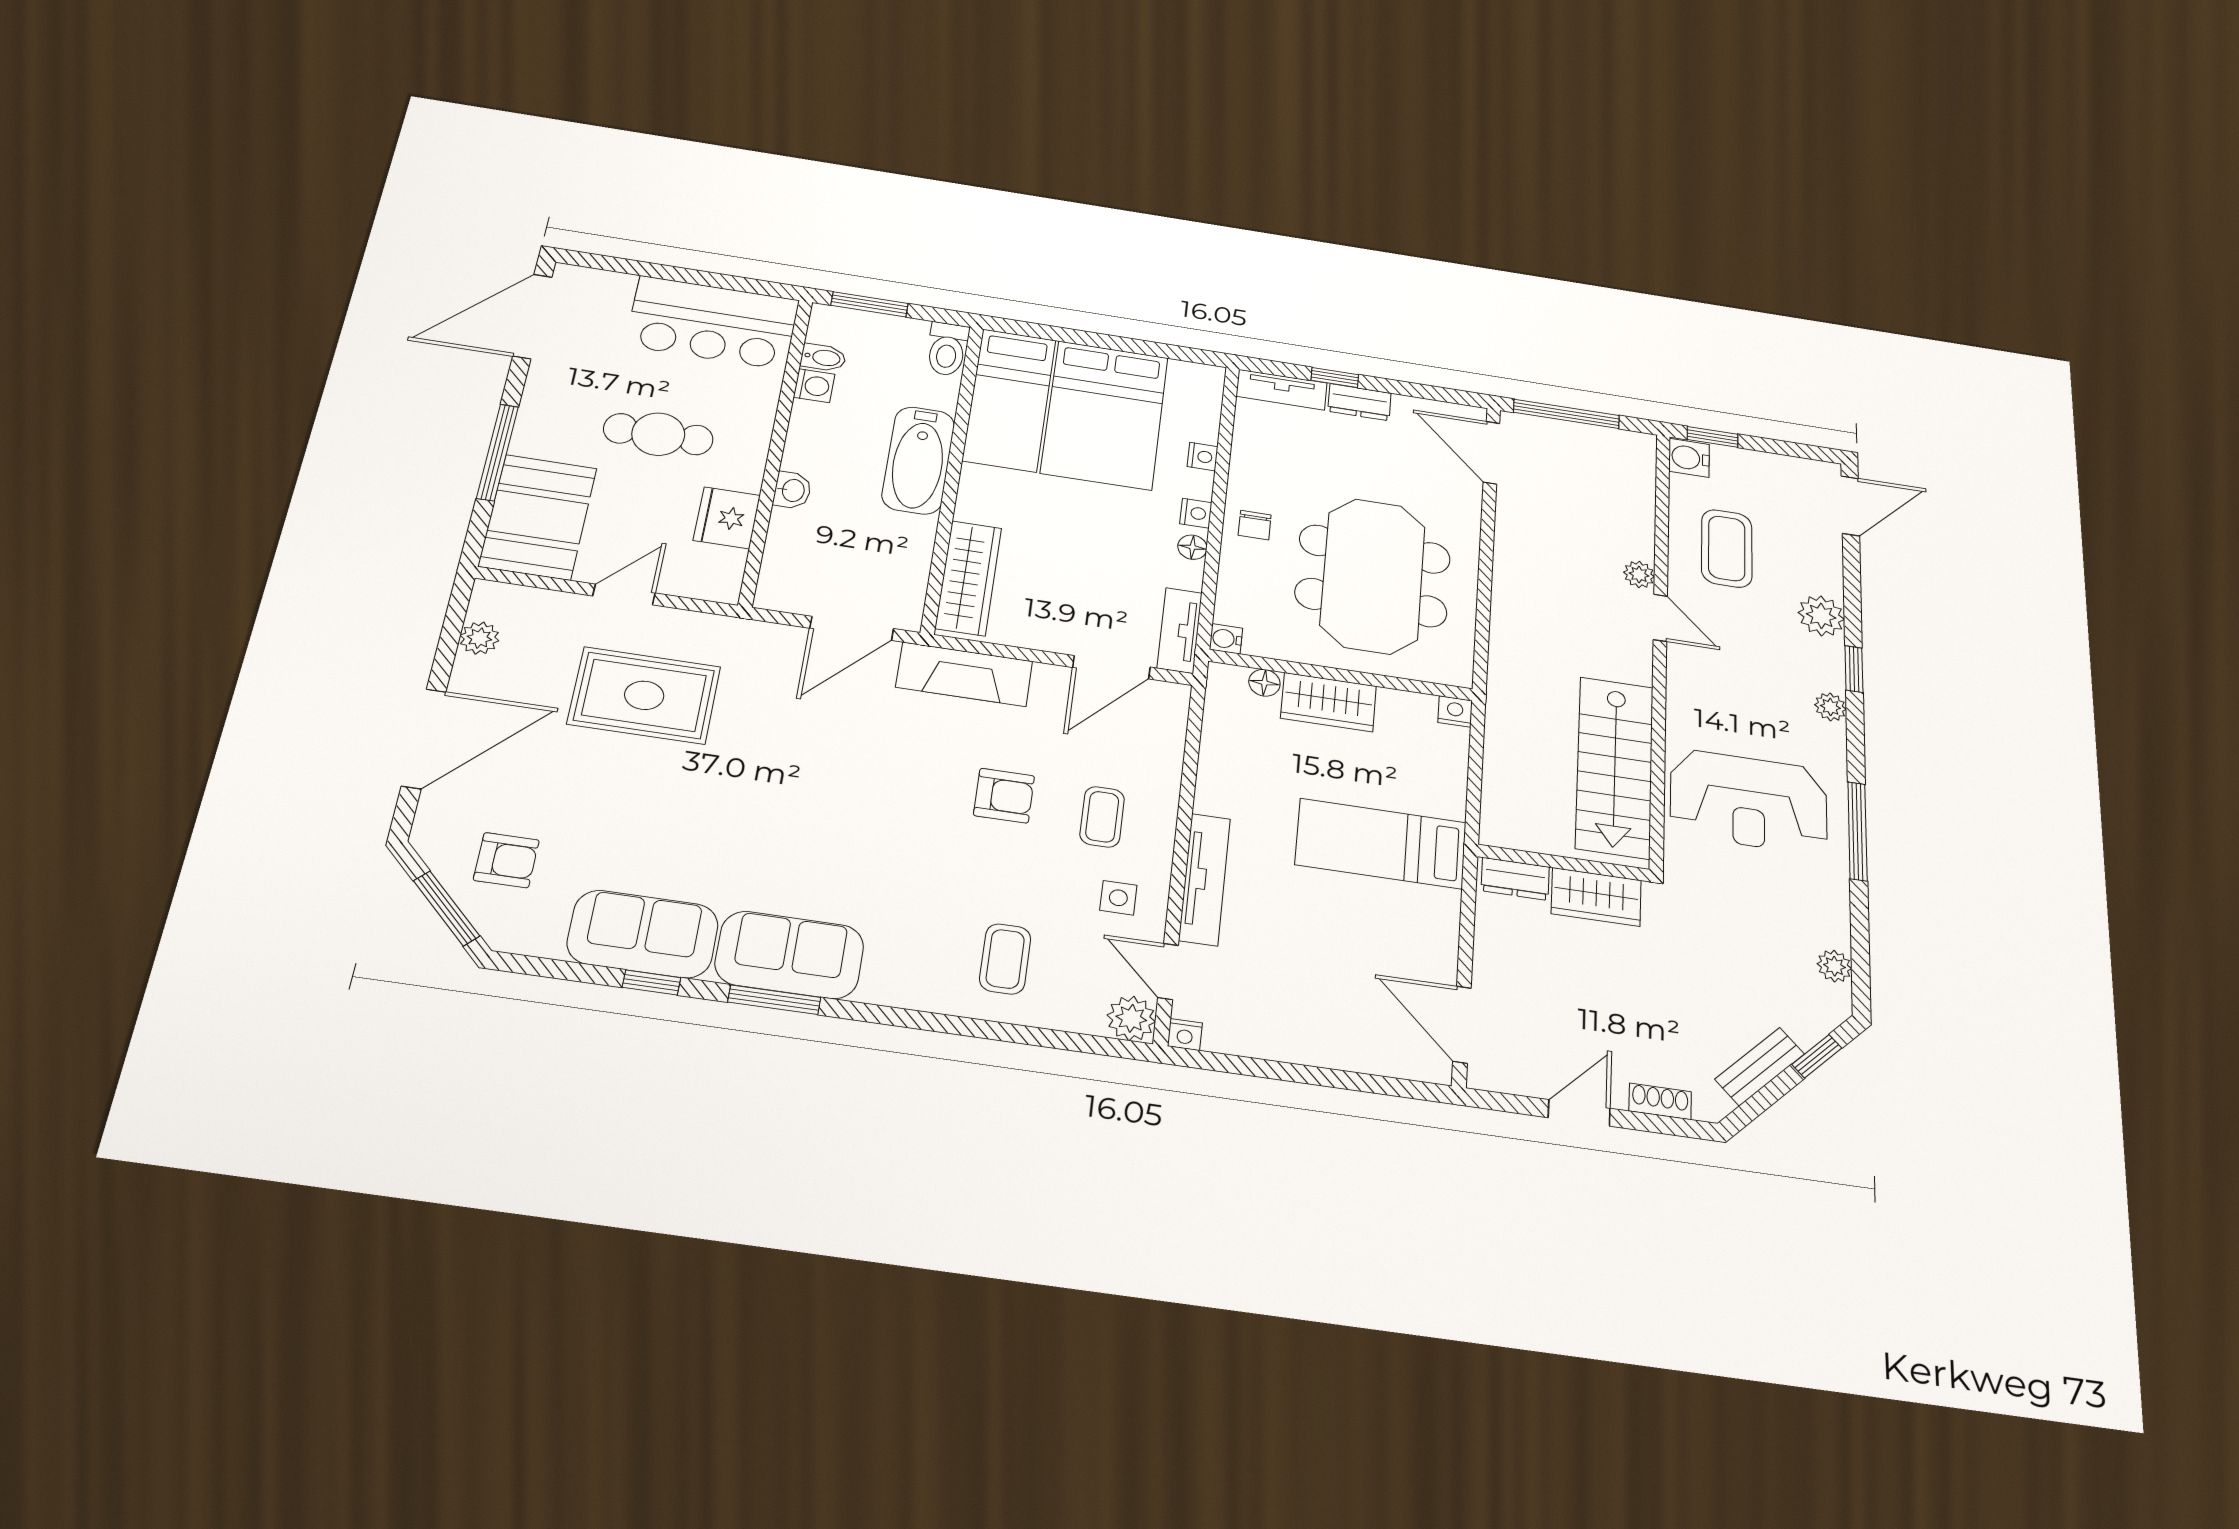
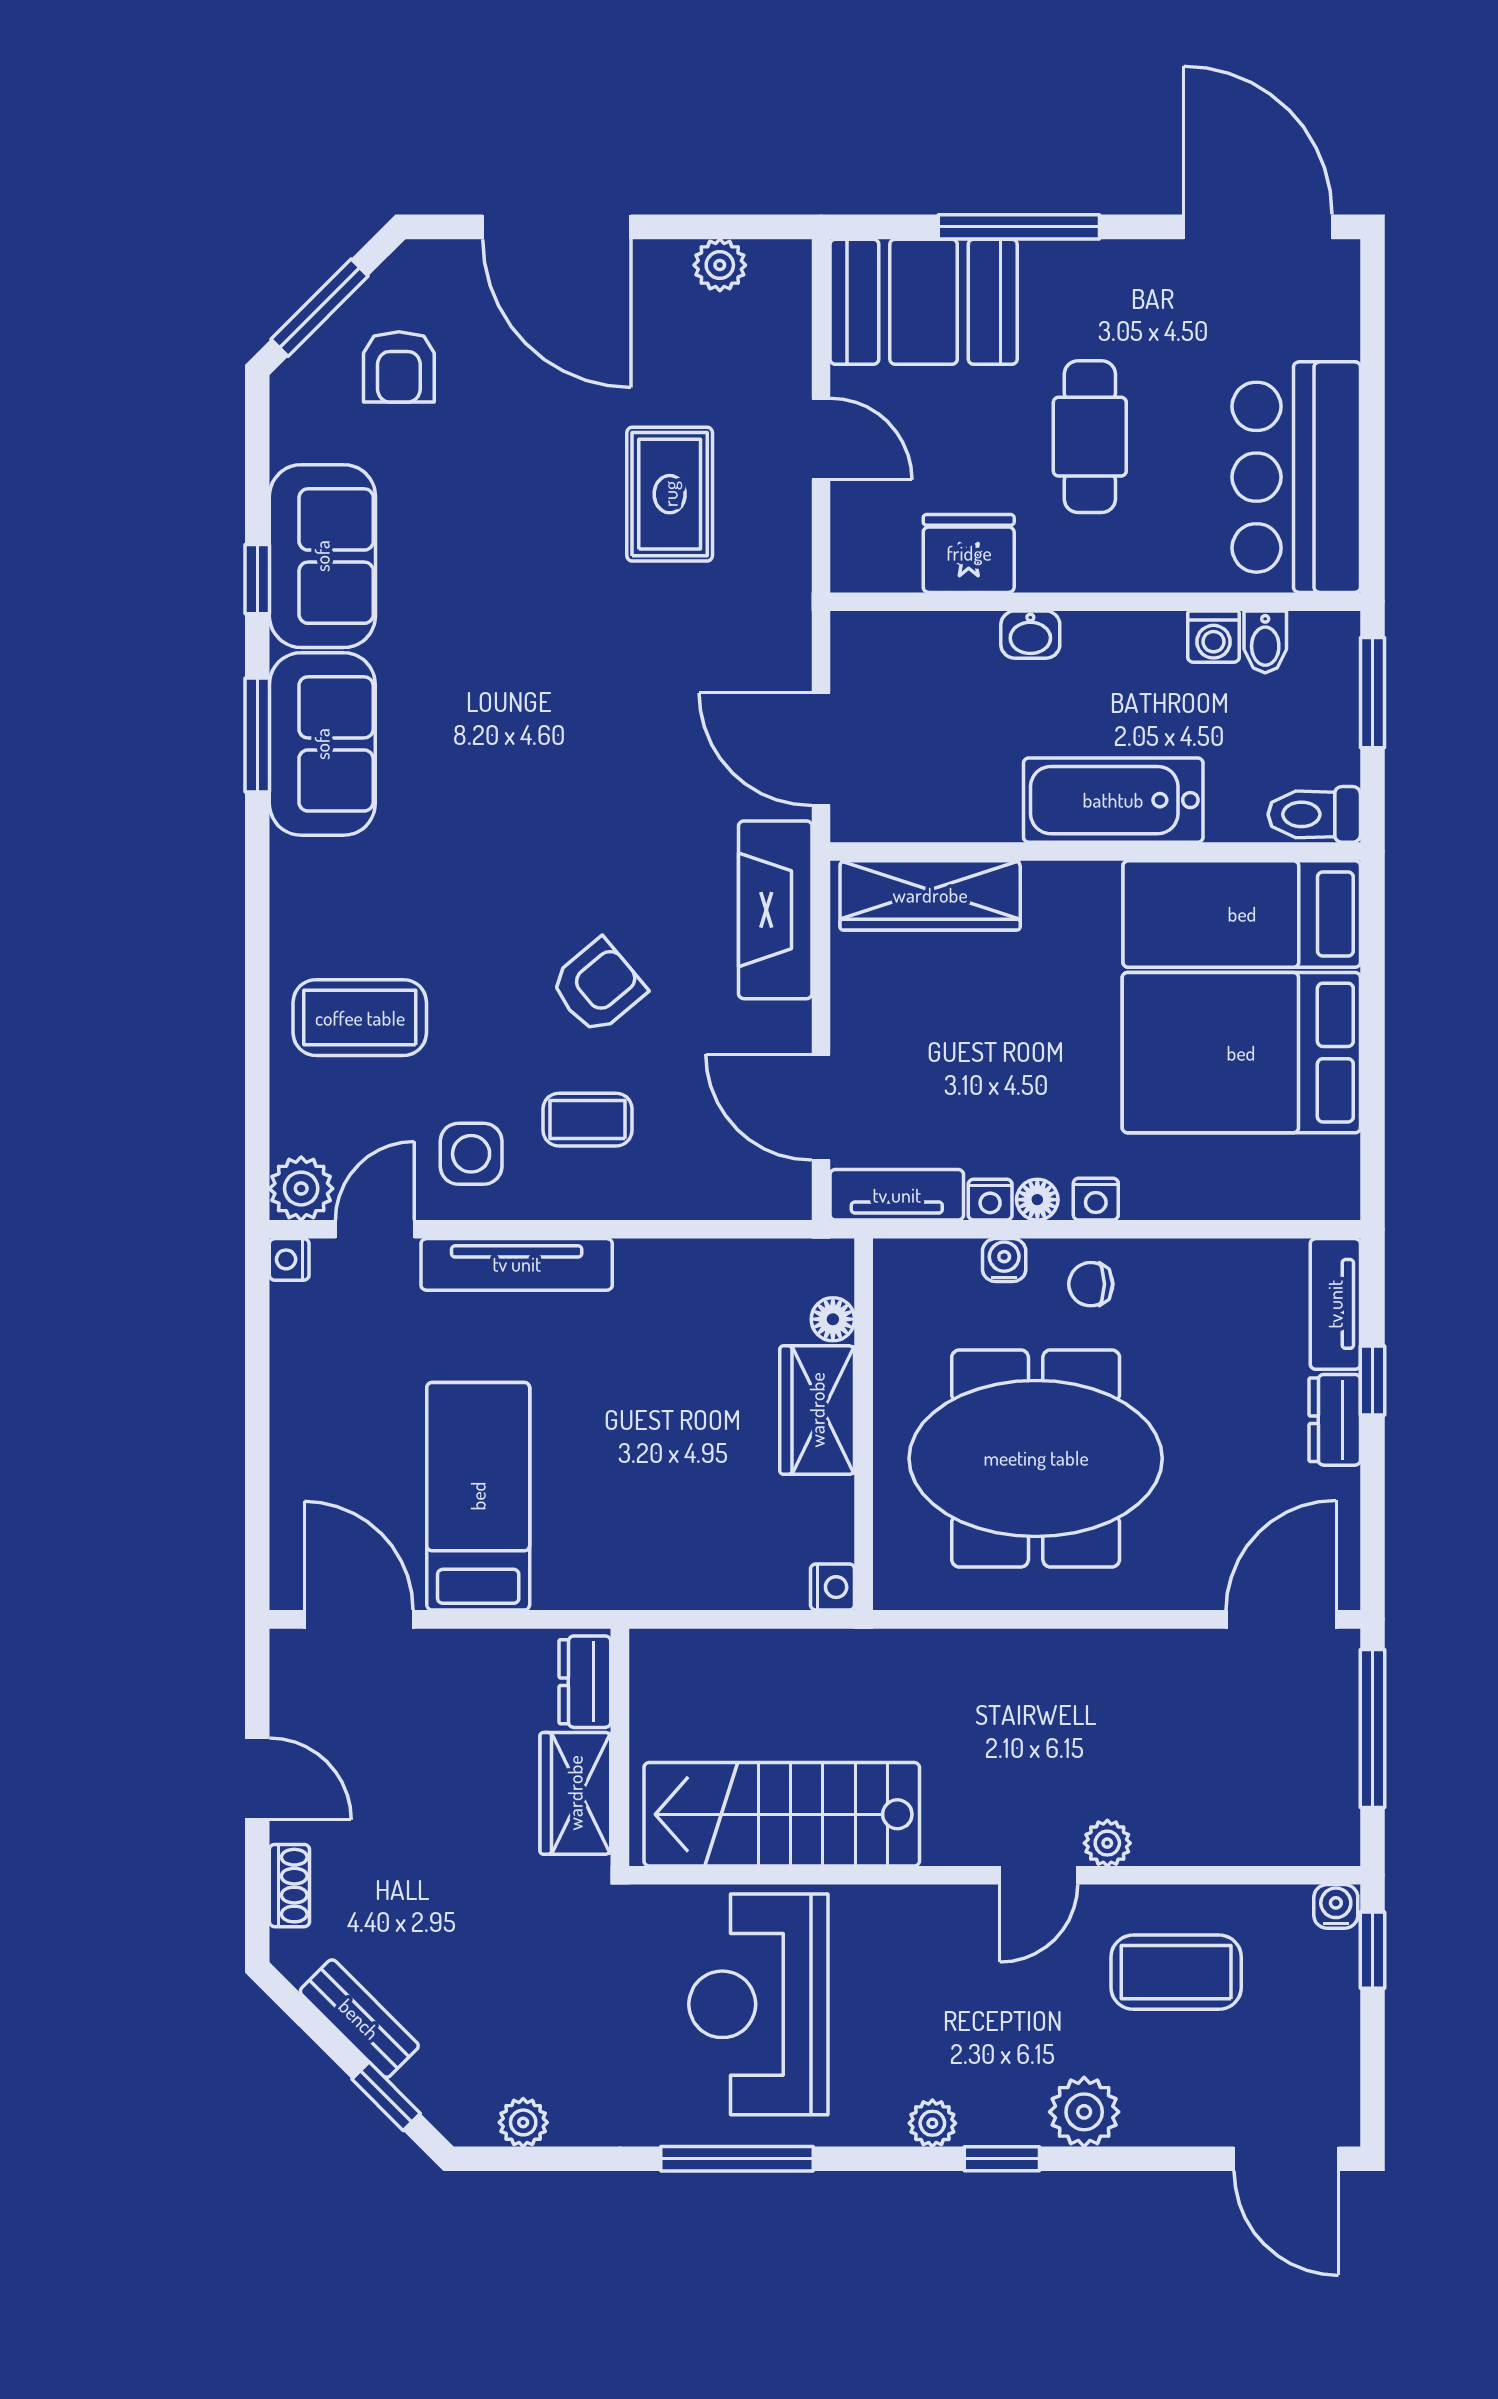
nightstand: (1203, 457) -> (990, 1200), moved
water cooler: (1689, 458) -> (1336, 1906), width x0.72, depth x0.72
water cooler: (1226, 639) -> (1004, 1260), moved
rug: (644, 695) -> (670, 494), width x0.73, depth x0.70
armchair: (1004, 796) -> (598, 986), turned -130
bed: (1381, 844) -> (478, 1496), moved
side table: (1118, 898) -> (471, 1154), width x1.37, depth x1.37
coffee table: (1005, 959) -> (360, 1018), width x1.36, depth x1.30
door: (1462, 1025) -> (359, 1619), hinge flipped

